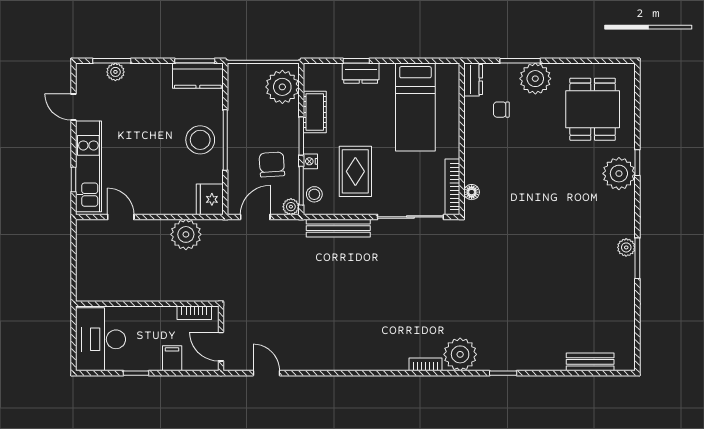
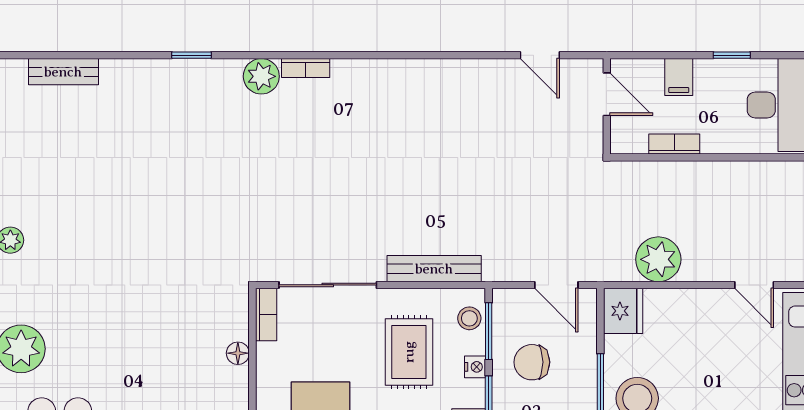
chair: (272, 164) -> (532, 362), turned 94
bookcase: (452, 187) -> (266, 314), width x0.64
floor lamp: (472, 192) -> (238, 353), moved
plant: (291, 207) -> (504, 300), removed
door: (255, 217) -> (556, 285), hinge flipped
bookcase: (194, 313) -> (674, 144), moved
plant: (460, 354) -> (261, 76), width x0.73, depth x0.73

